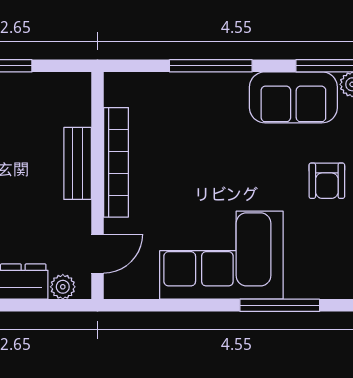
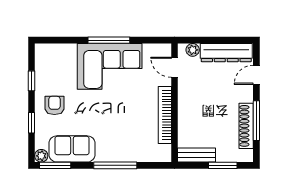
bench: (78, 163) -> (197, 155), moved, turned 90
door: (97, 254) -> (174, 67), hinge flipped
window: (280, 305) -> (109, 40), moved

